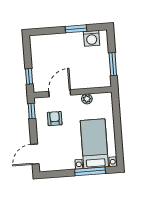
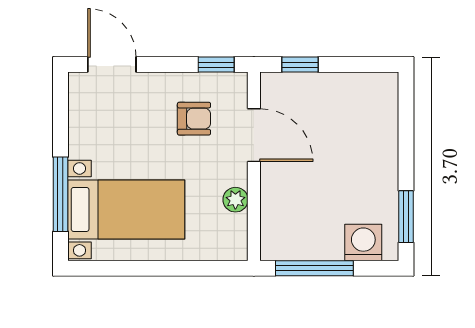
window: (76, 29) -> (406, 217), moved
washing machine: (92, 38) -> (363, 243), moved, turned 90
window: (113, 64) -> (314, 268), width x1.44

